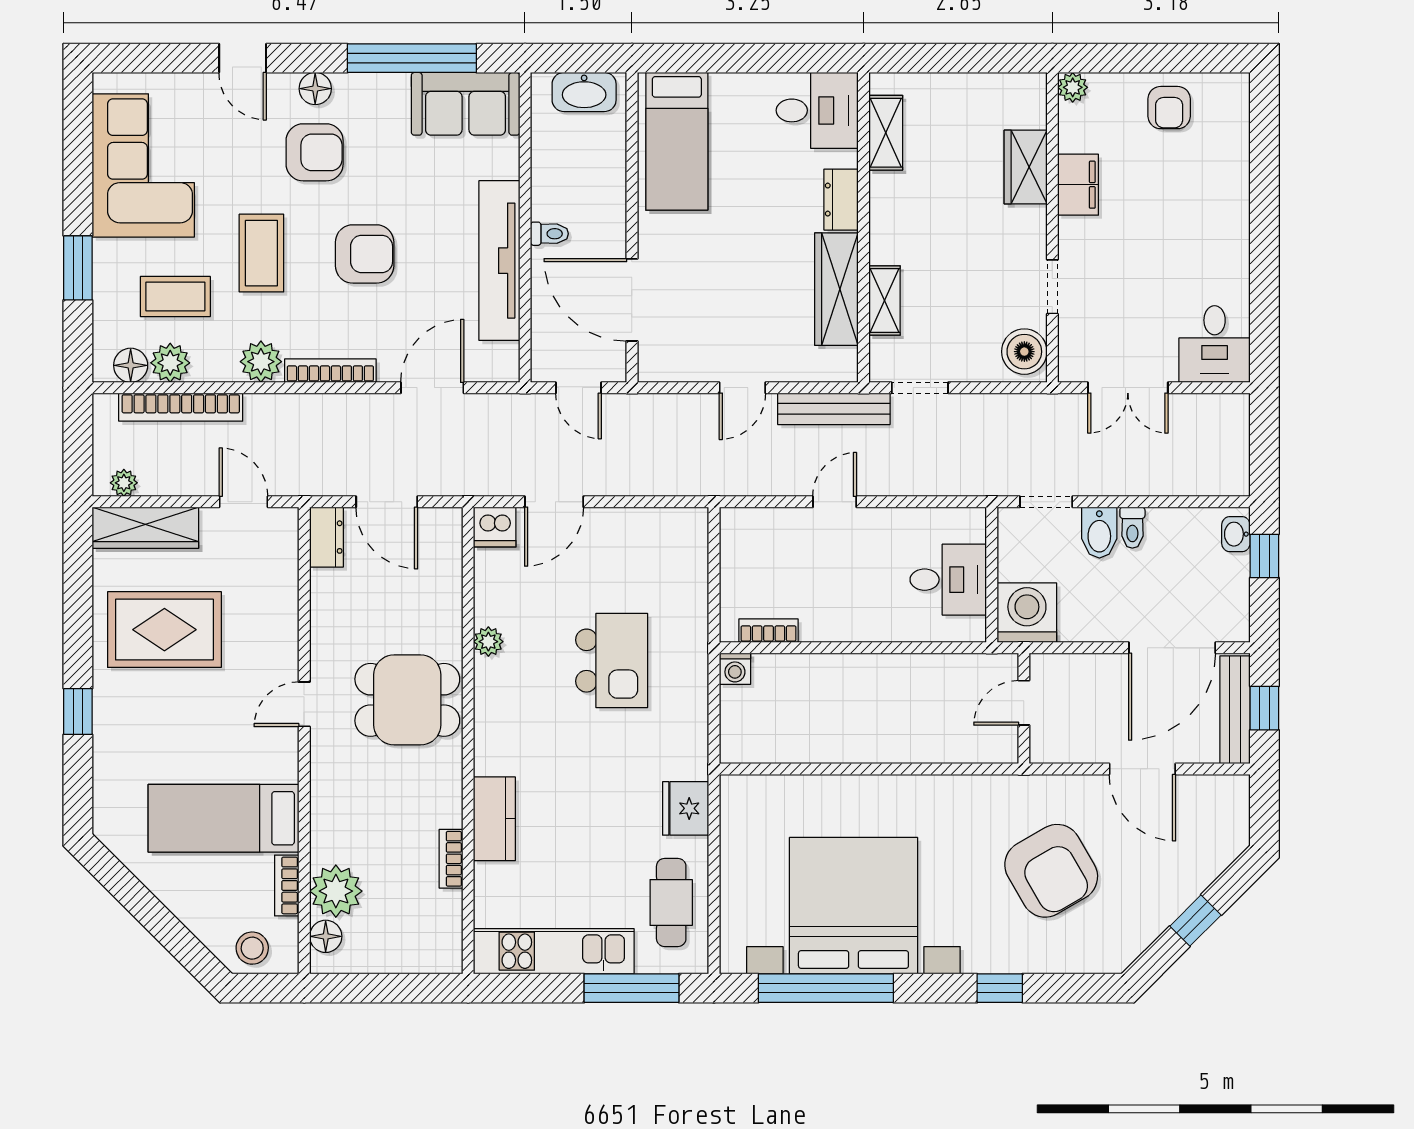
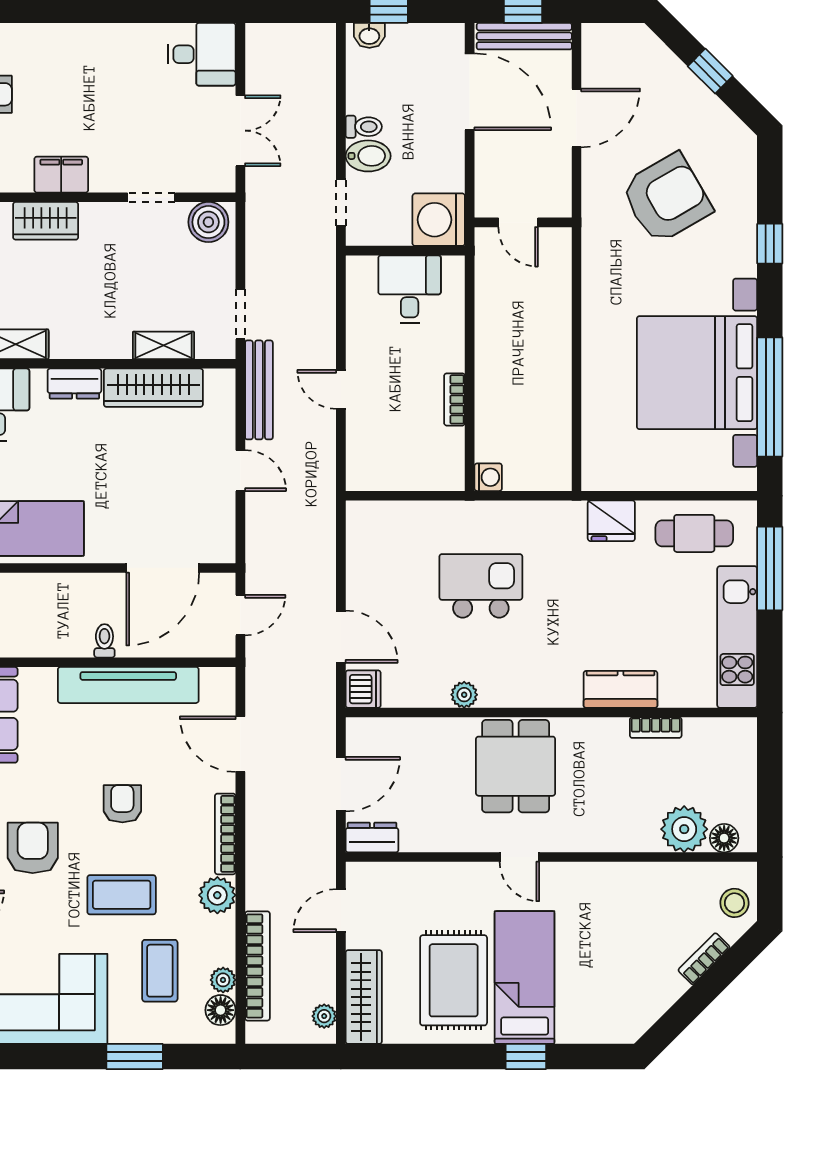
armchair: (365, 254) -> (122, 804), width x0.72, depth x0.72
plant: (170, 363) -> (223, 980), width x0.73, depth x0.73
bookcase: (769, 631) -> (455, 399), moved
bed: (224, 818) -> (525, 978), moved, turned 180
bookcase: (287, 885) -> (704, 959), moved, turned 135

